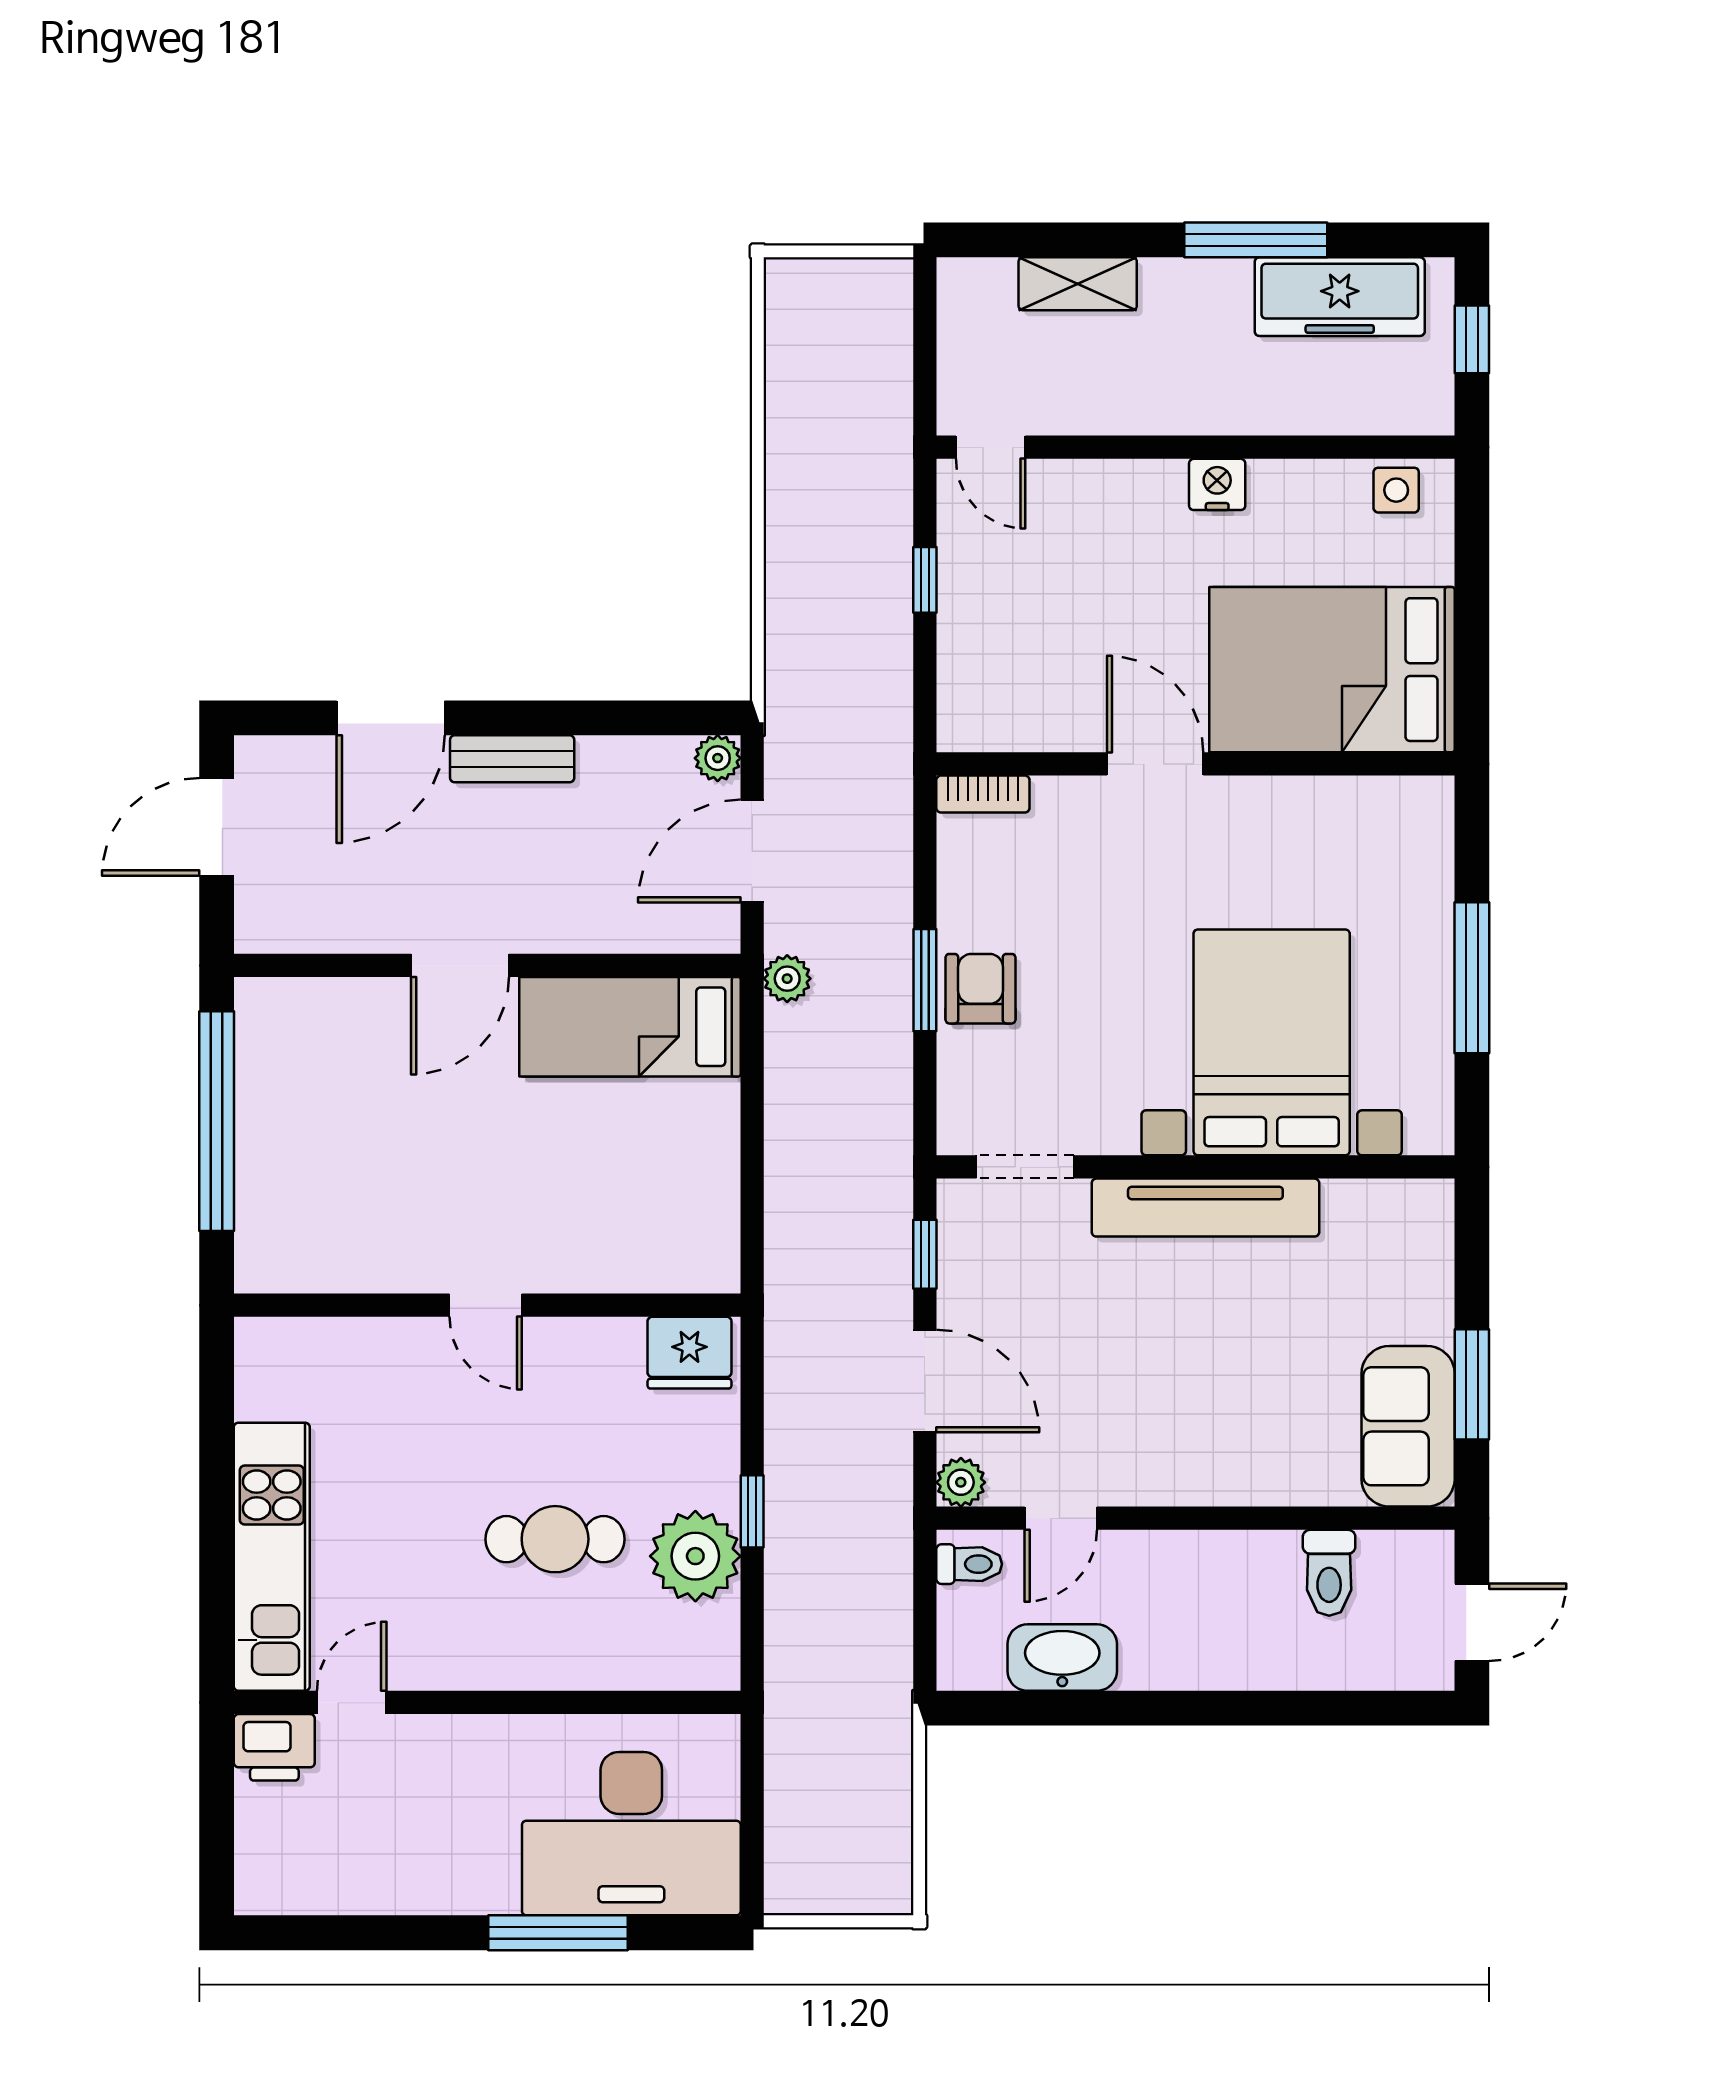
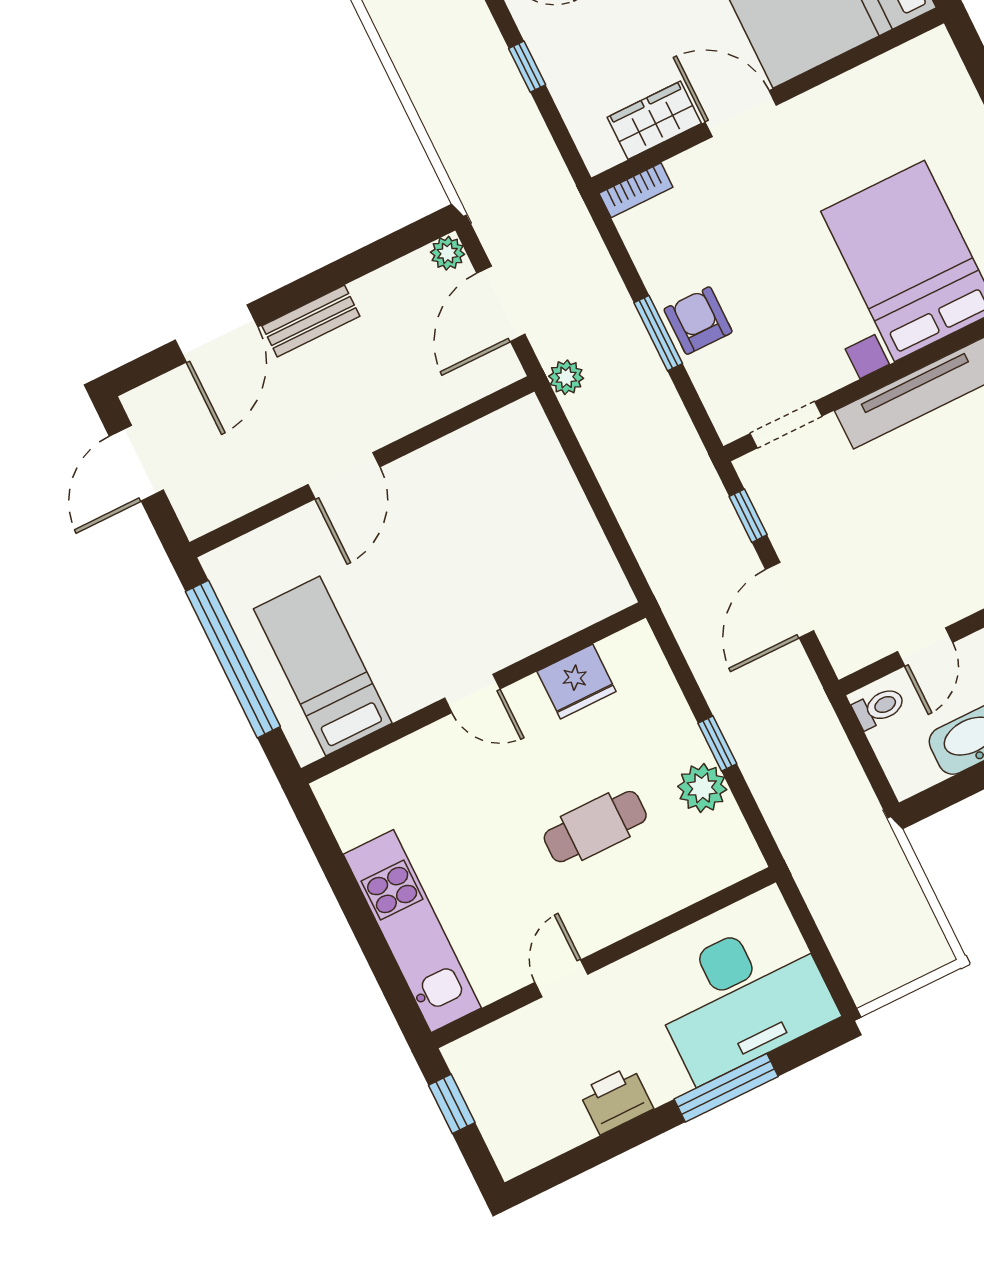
wardrobe: (1047, 720) -> (654, 120), added
bed: (630, 1027) -> (323, 666), moved, turned 90
fridge: (689, 1353) -> (577, 681), moved
door: (925, 1381) -> (790, 600), swing flipped
plant: (961, 1482) -> (847, 656), removed
plant: (695, 1556) -> (702, 788), width x0.73, depth x0.73
door: (352, 1702) -> (561, 978), moved
printer: (274, 1747) -> (616, 1100), moved, turned 180
window: (217, 1789) -> (452, 1104), added

